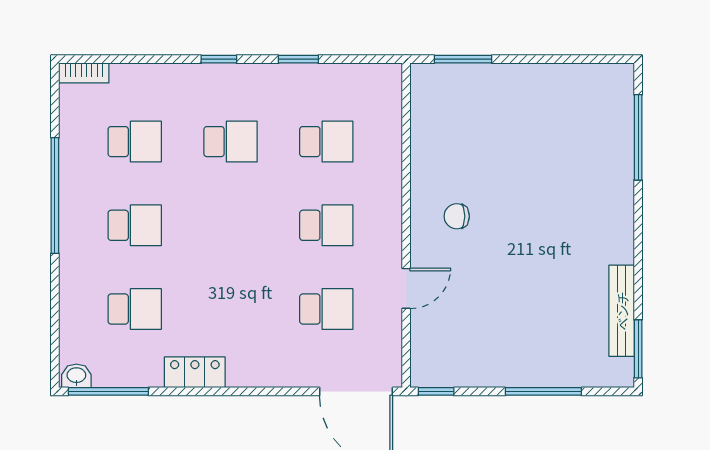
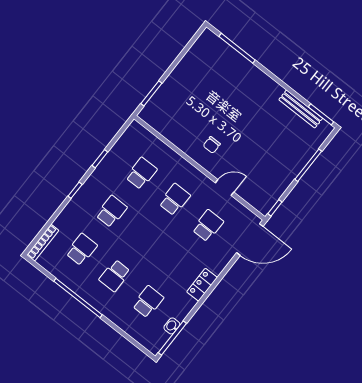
bookcase: (84, 73) -> (43, 243), width x1.56
school desk: (135, 225) -> (115, 276), turned 180
door: (406, 288) -> (225, 188), hinge flipped
locker: (195, 372) -> (202, 285), moved
washbasin: (76, 376) -> (172, 326), moved

